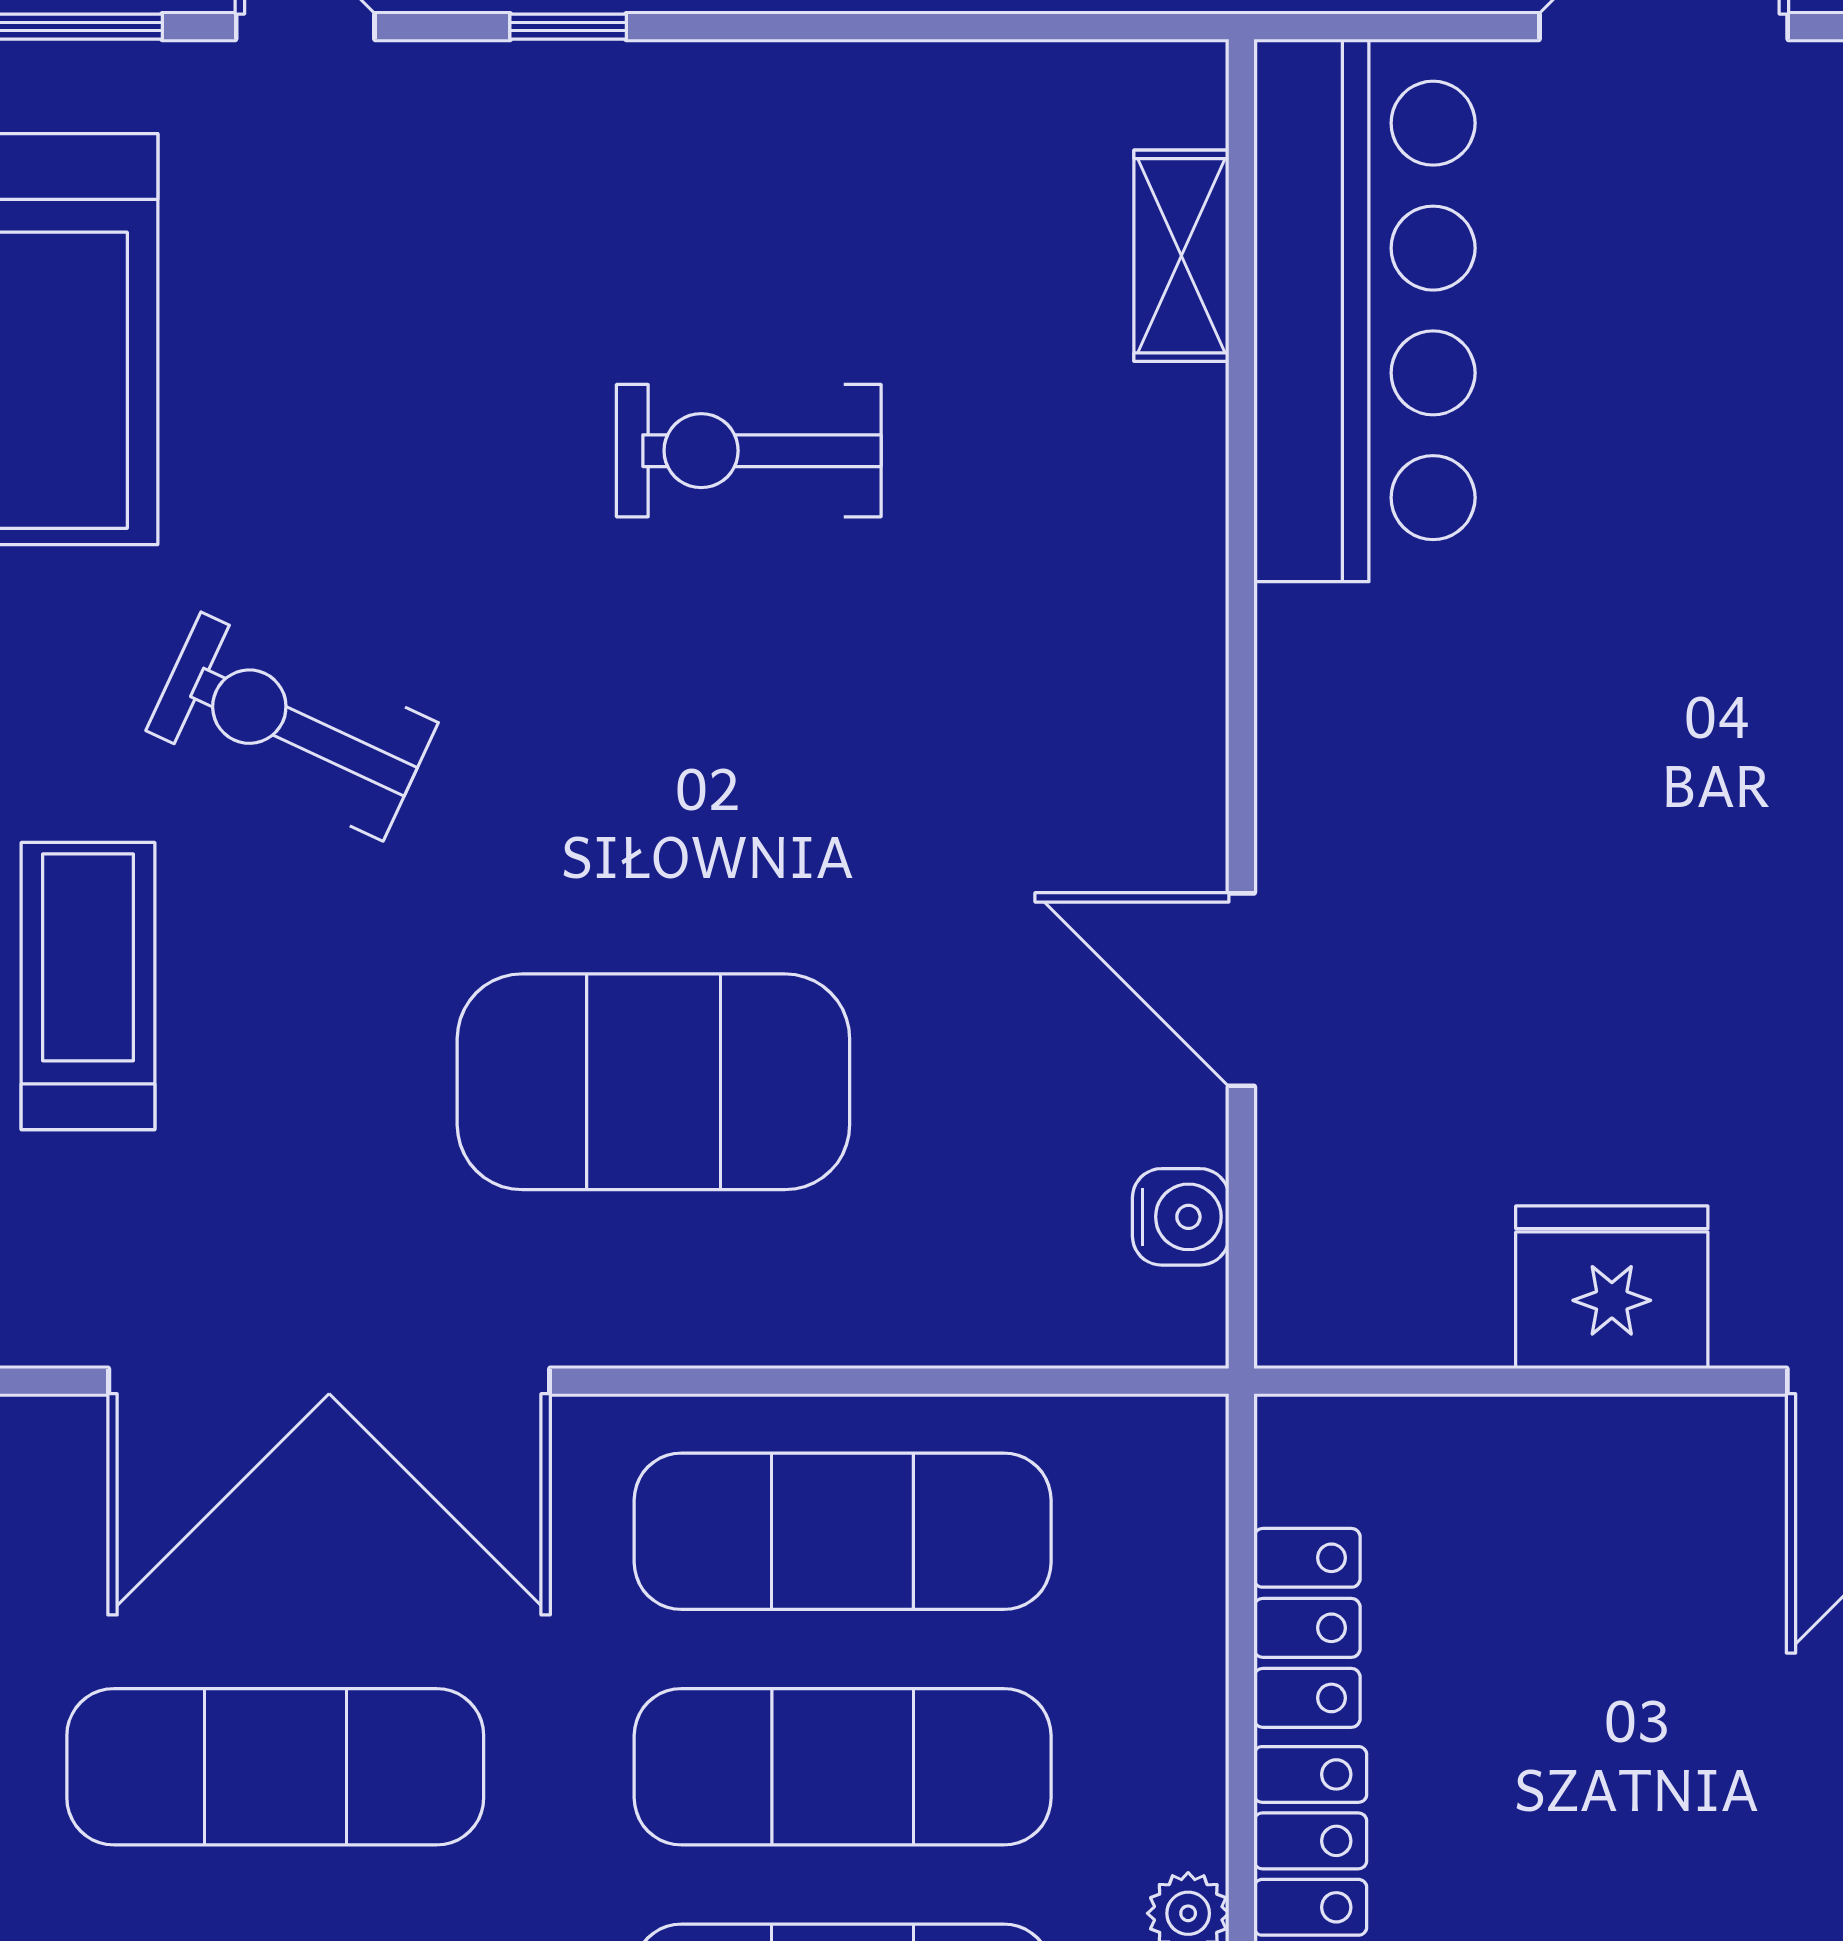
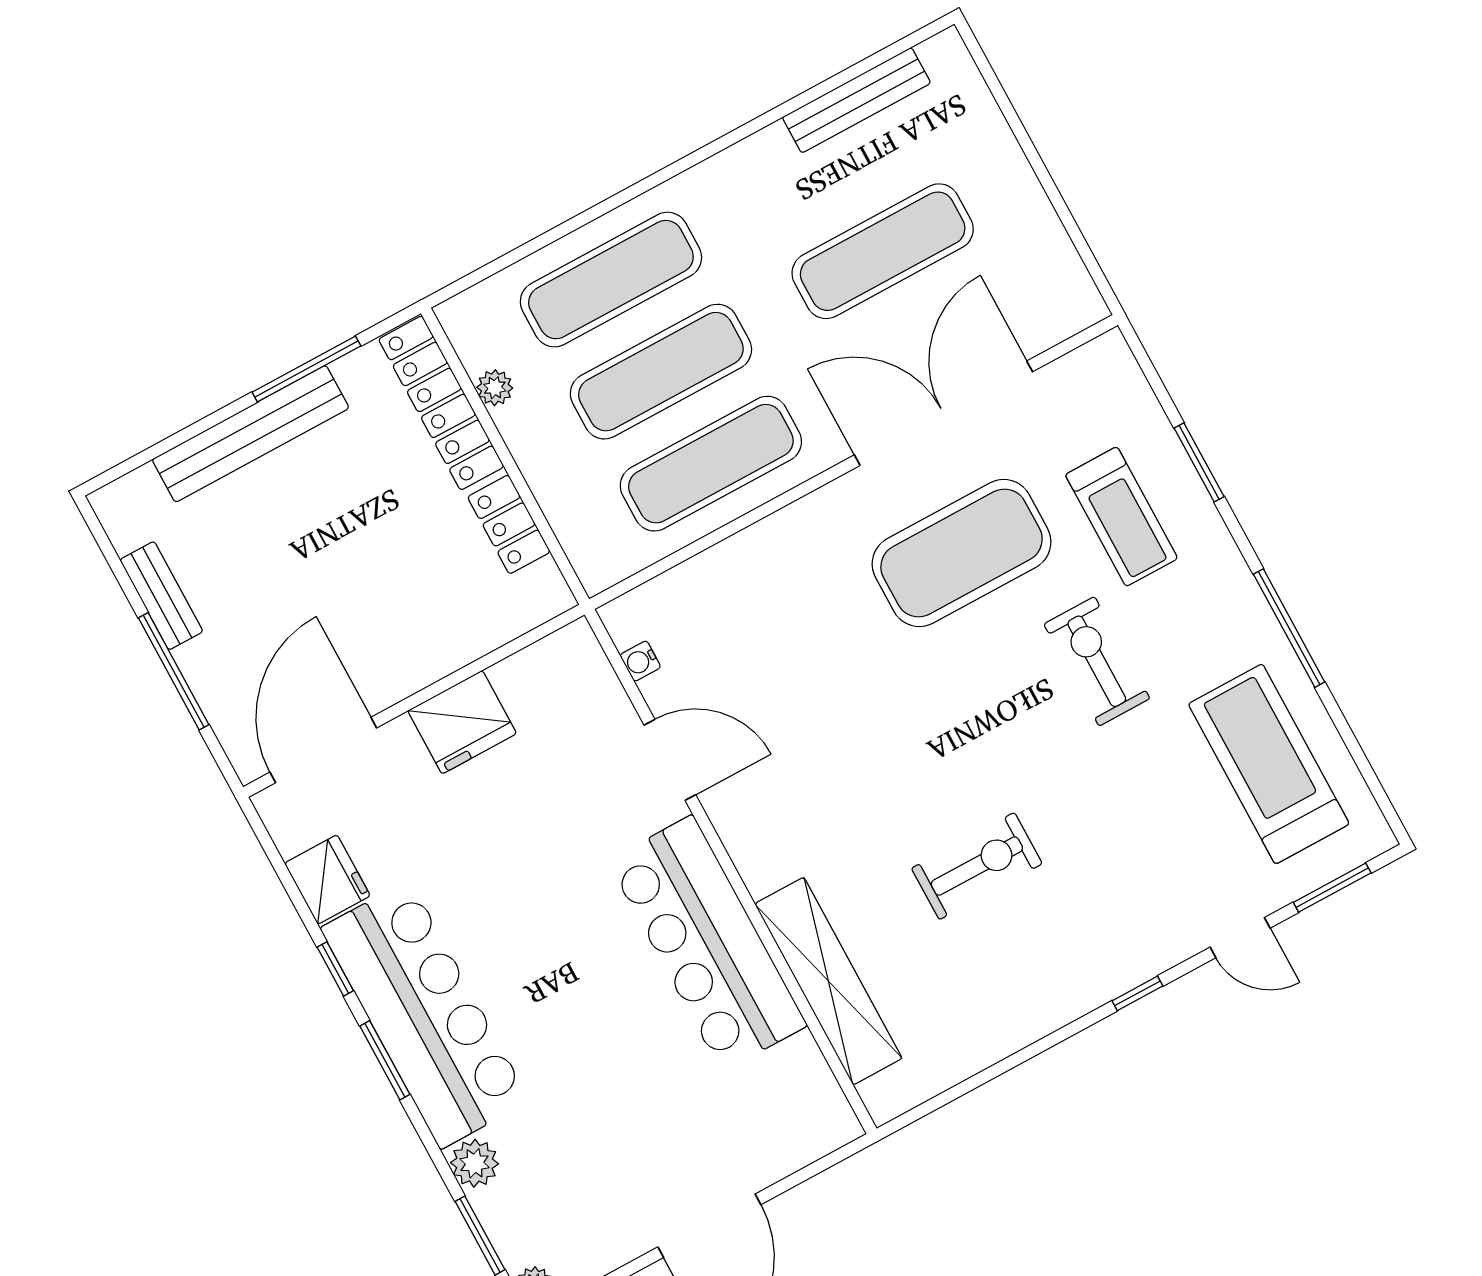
shelving: (1181, 256) -> (828, 981), width x2.20, depth x1.33
bar counter: (1364, 310) -> (707, 943), moved
exercise bike: (292, 727) -> (1097, 661), turned -115
exercise mat: (653, 1082) -> (962, 553), moved
water cooler: (1181, 1217) -> (640, 661), width x0.72, depth x0.72

